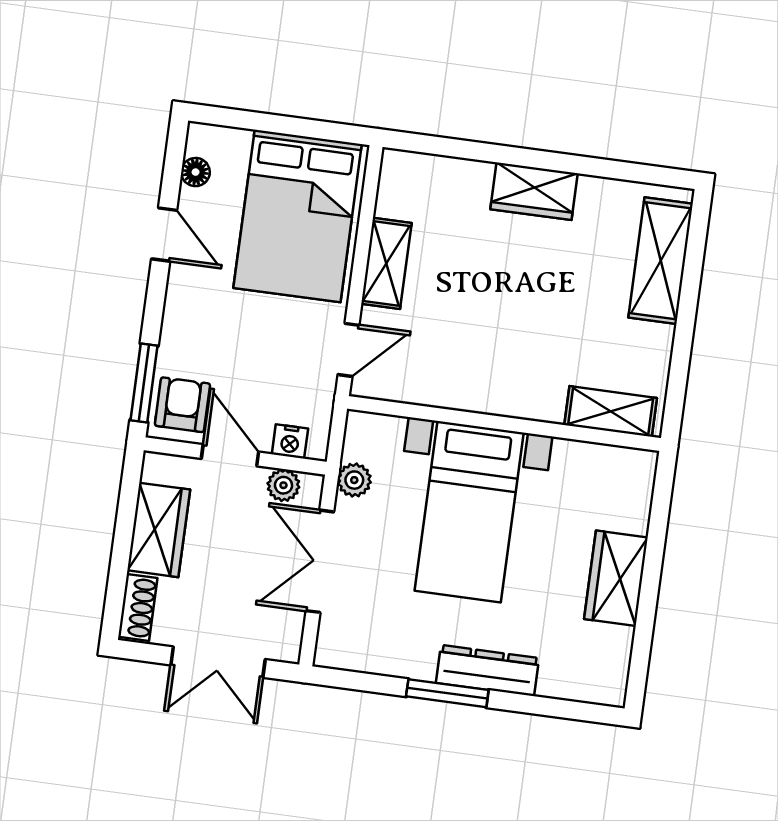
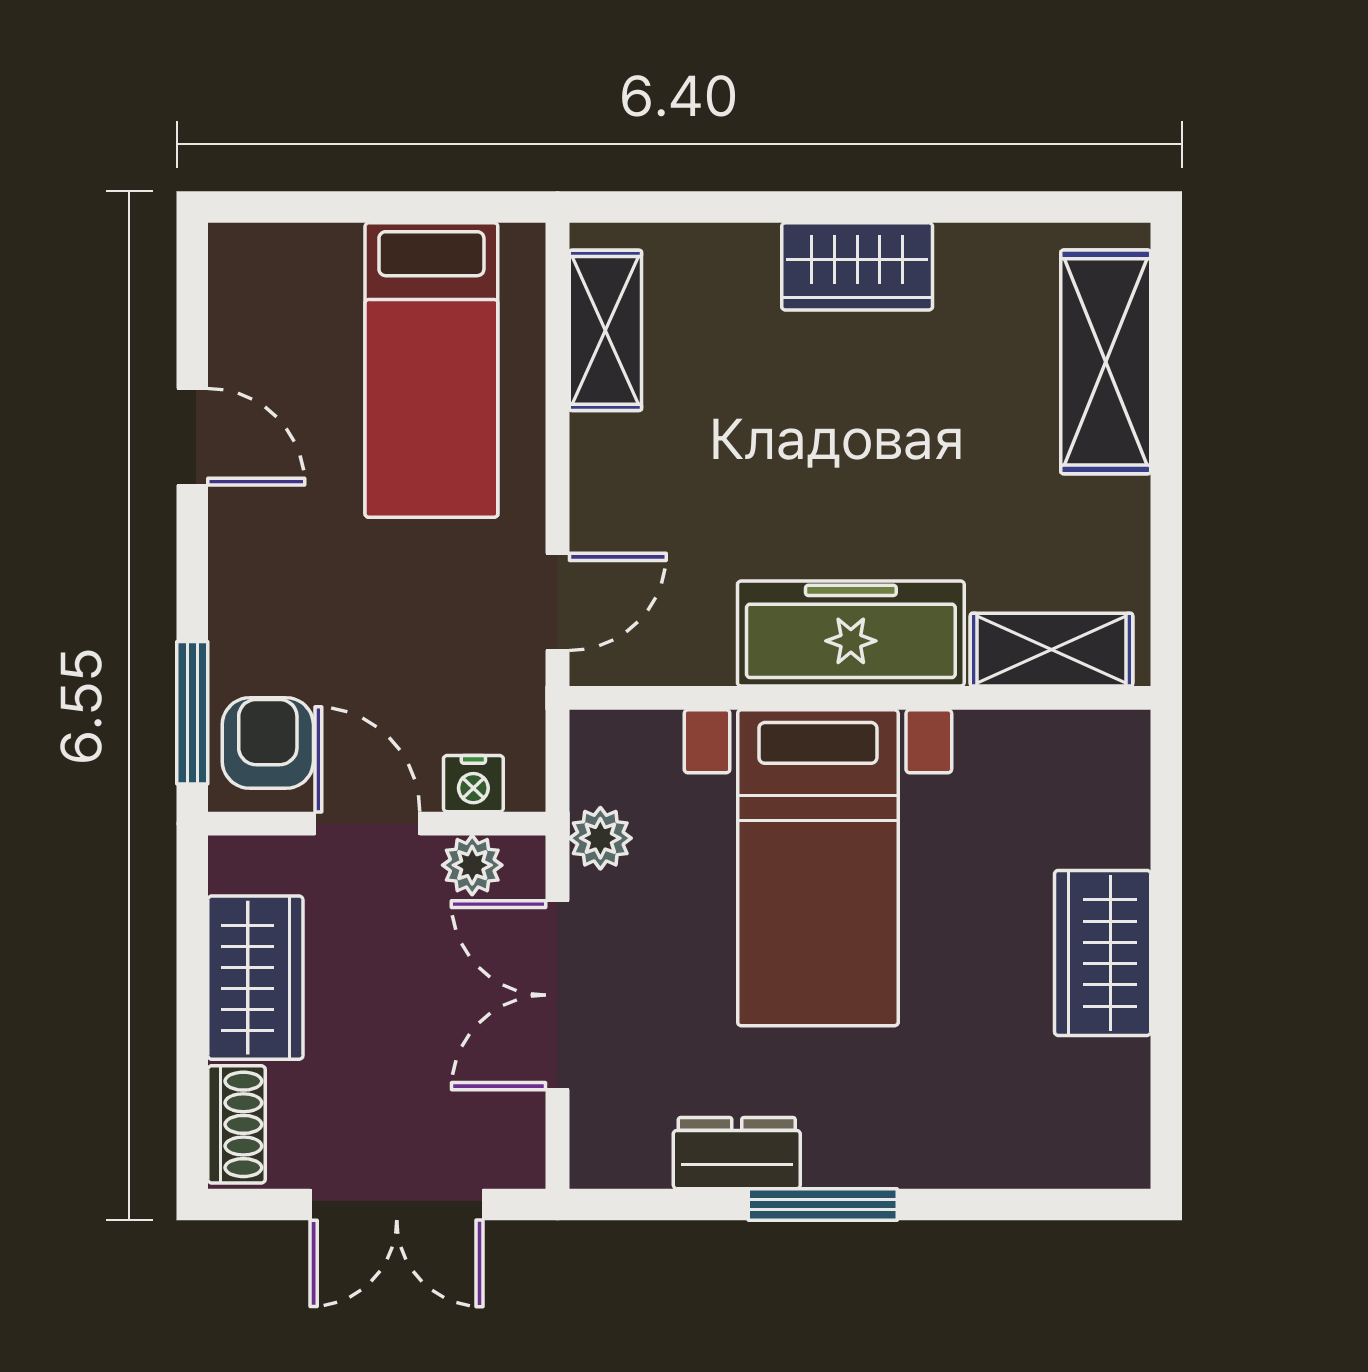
floor lamp: (195, 172) -> (234, 315), removed
bed: (298, 216) -> (431, 370), width x0.67
shelving: (386, 263) -> (605, 330), moved
freezer: (504, 388) -> (851, 634), added
dresser: (487, 670) -> (737, 1153), moved, width x0.70

